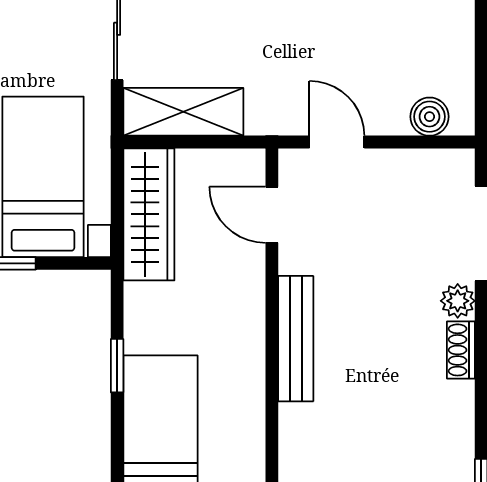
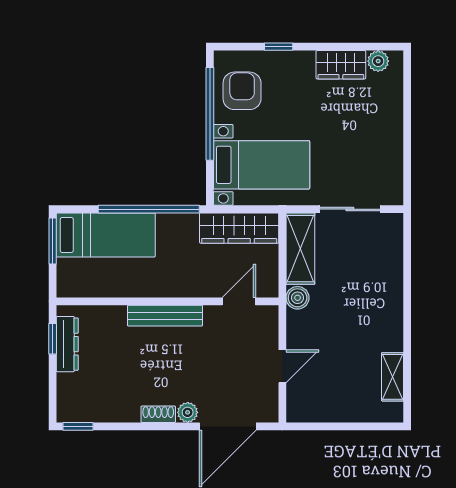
boiler: (430, 117) -> (298, 298), moved
door: (337, 142) -> (282, 366), moved
window: (117, 366) -> (149, 209), width x3.17

